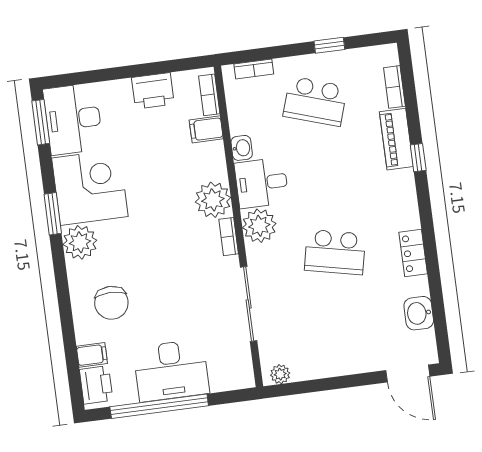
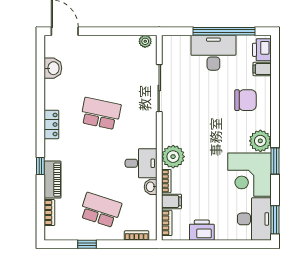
plant: (259, 226) -> (146, 136), removed
bookcase: (229, 237) -> (166, 181), moved
locker: (413, 253) -> (51, 124), moved
chair: (111, 303) -> (245, 100), turned 90

